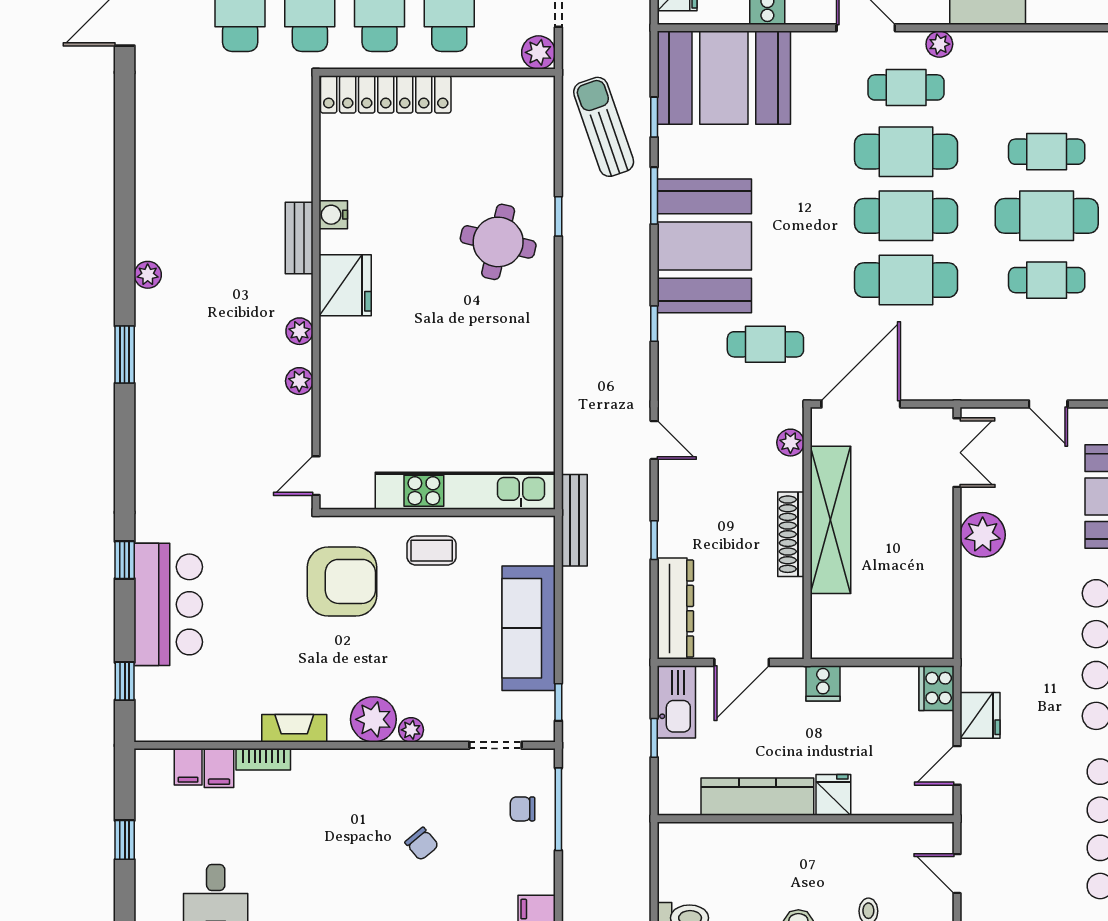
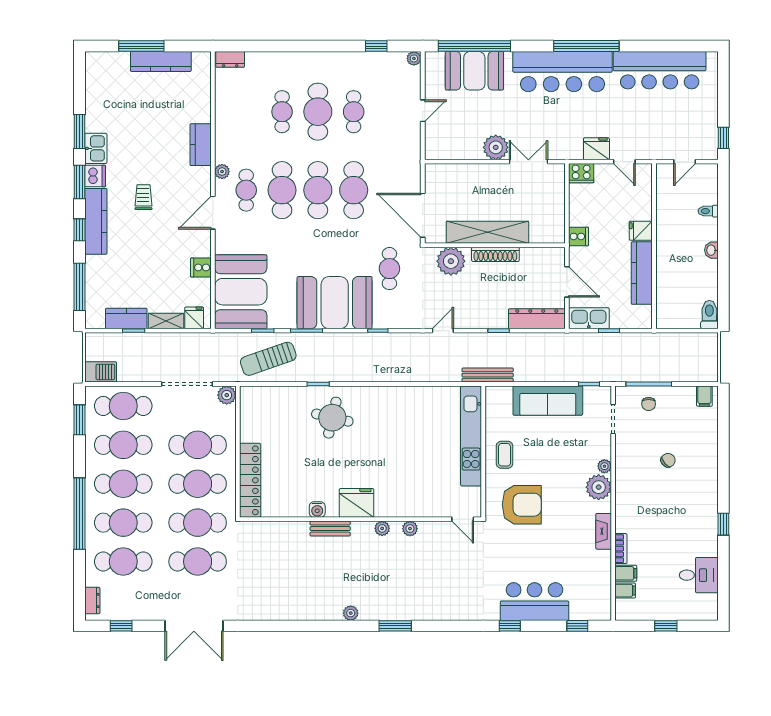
plant: (790, 443) -> (451, 261), width x1.88, depth x1.88
double door: (957, 453) -> (528, 162), moved
armchair: (342, 581) -> (522, 505), turned 90

